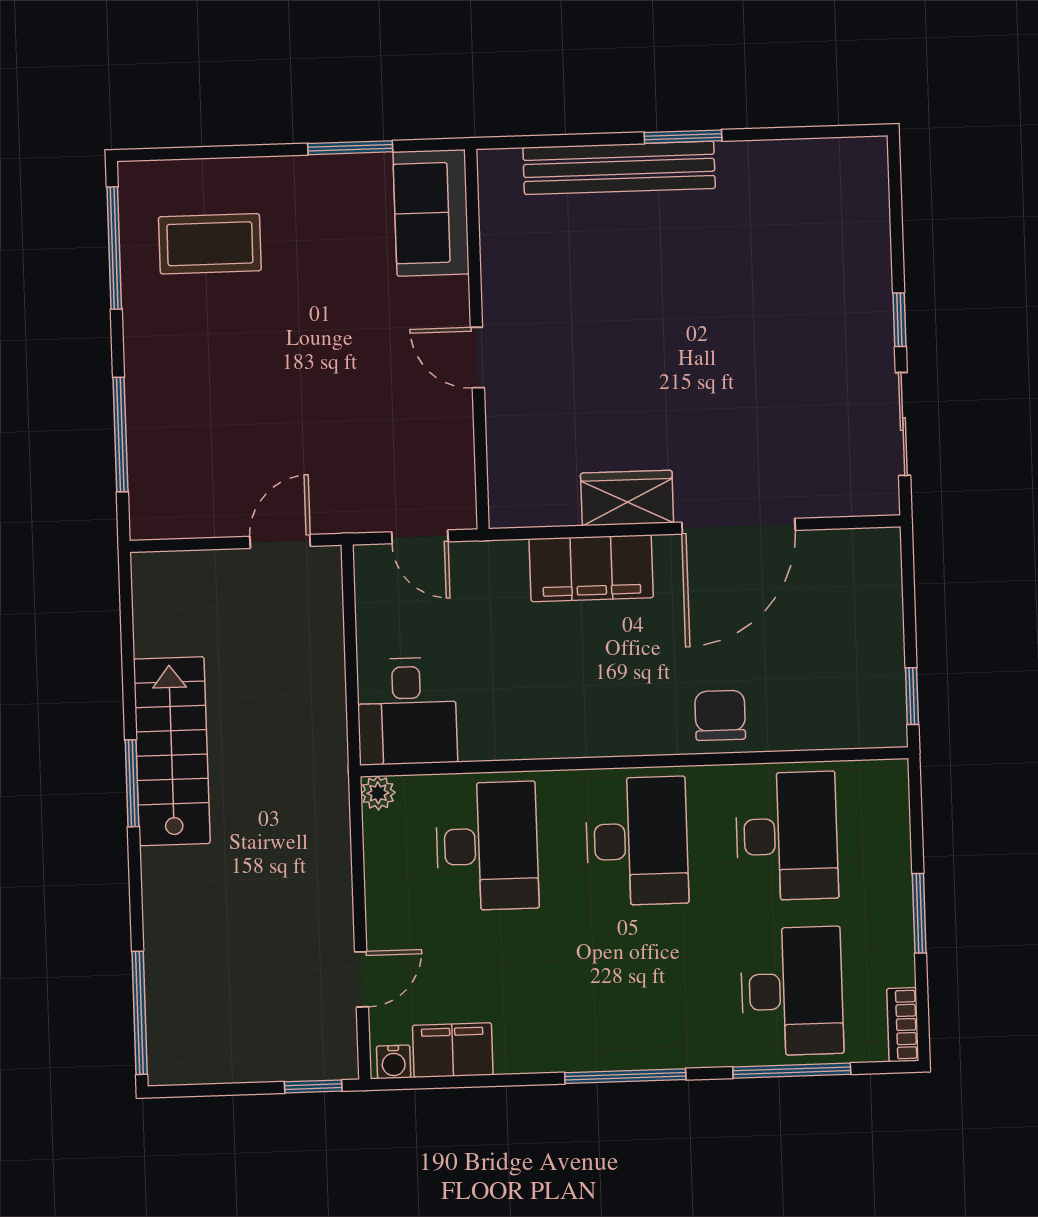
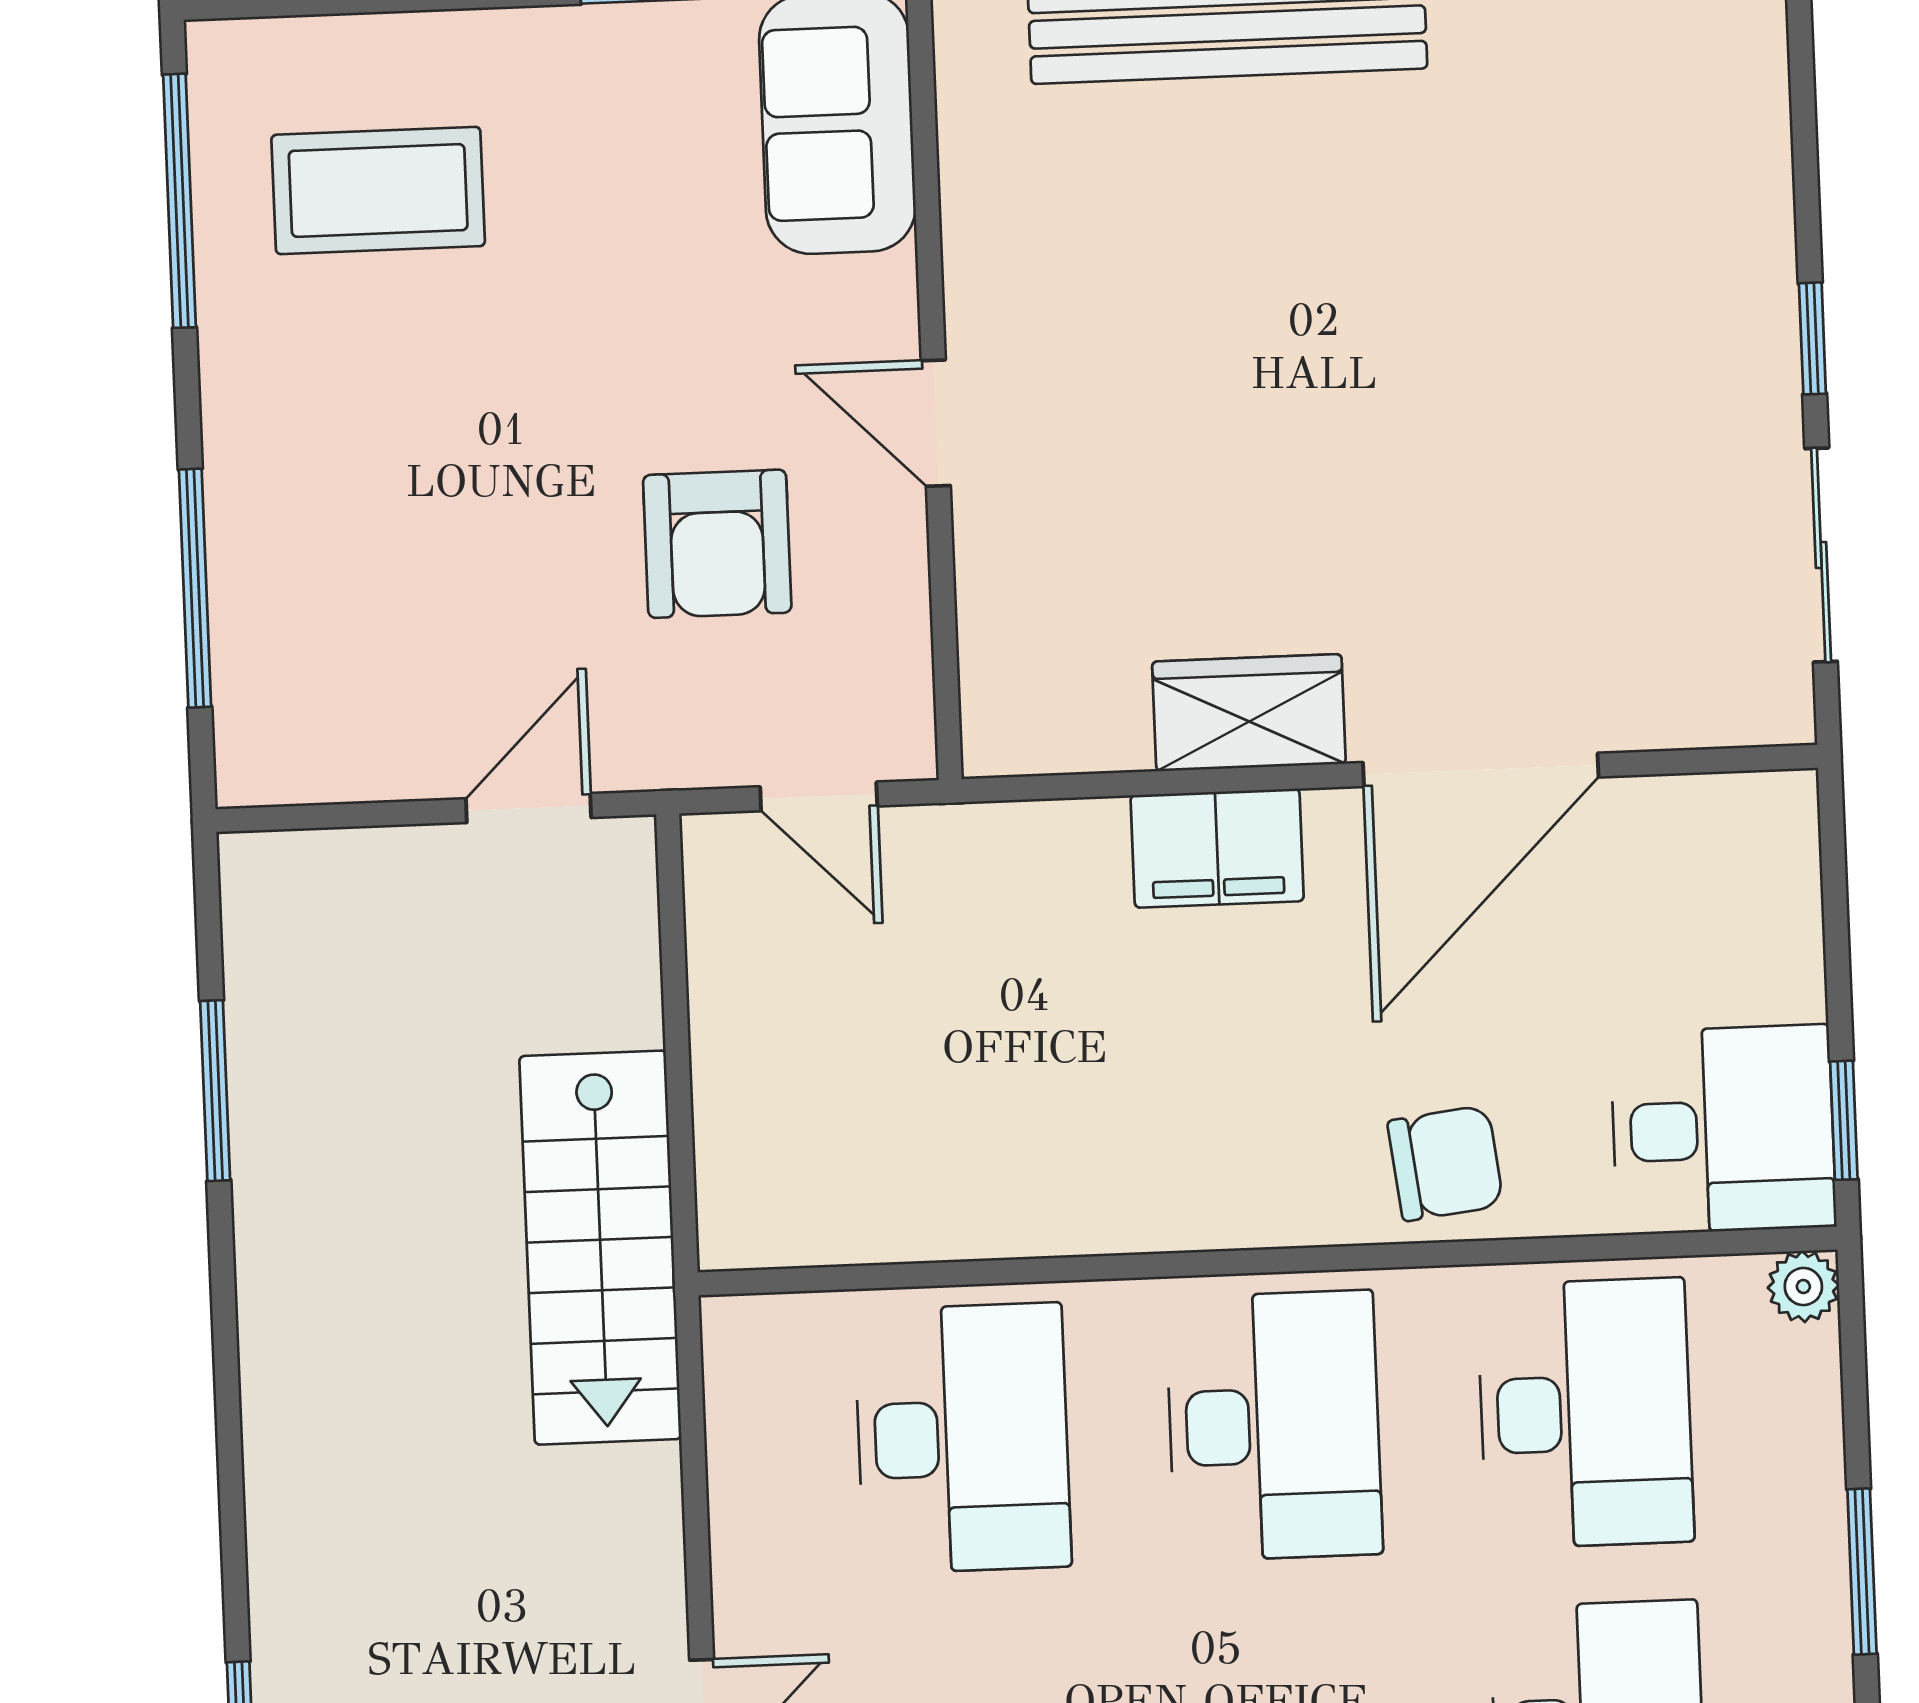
armchair: (372, 415) -> (717, 544), added
filing cabinet: (591, 568) -> (1217, 848), width x0.67, depth x0.86
desk: (407, 711) -> (1723, 1130), moved, turned -90
chair: (720, 715) -> (1445, 1163), turned 83
stairs: (172, 751) -> (600, 1248), moved, turned 180
window: (132, 783) -> (215, 1091), moved
plant: (378, 793) -> (1803, 1287), moved

